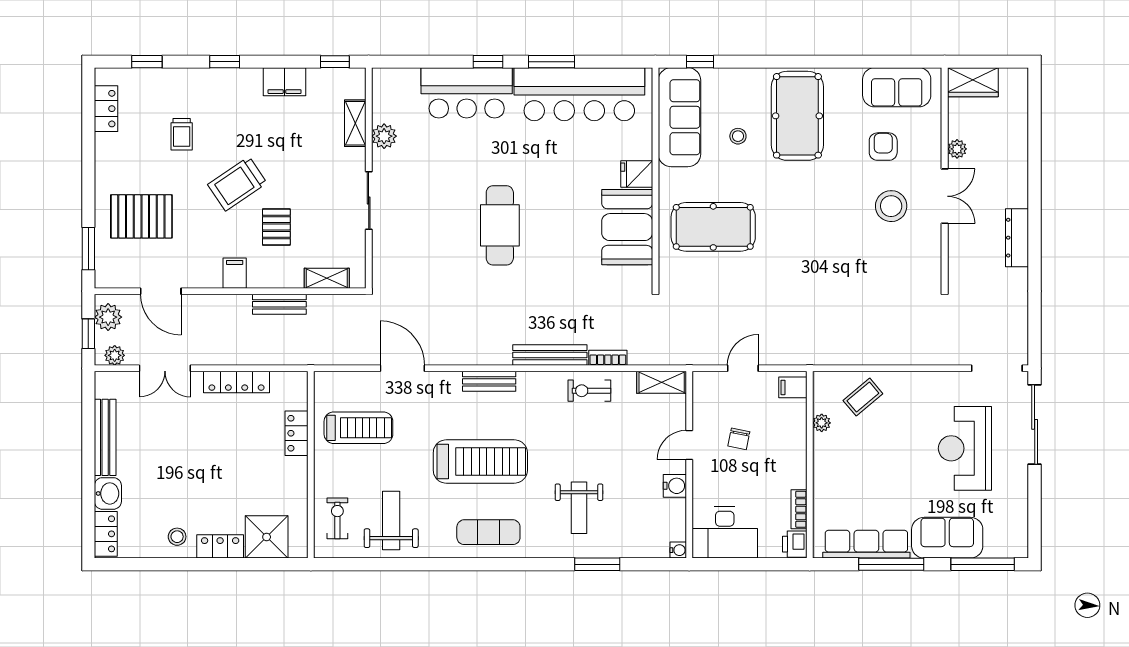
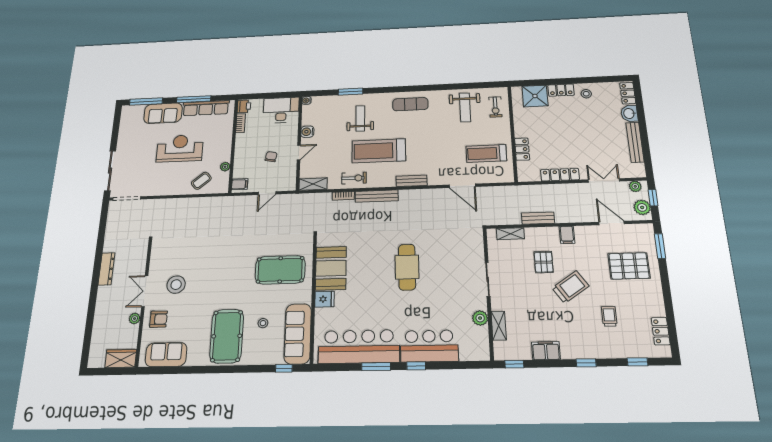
armchair: (883, 147) -> (158, 319), moved, turned -90
reception desk: (965, 448) -> (180, 148), moved, turned -90
treadmill: (480, 462) -> (379, 151), moved

